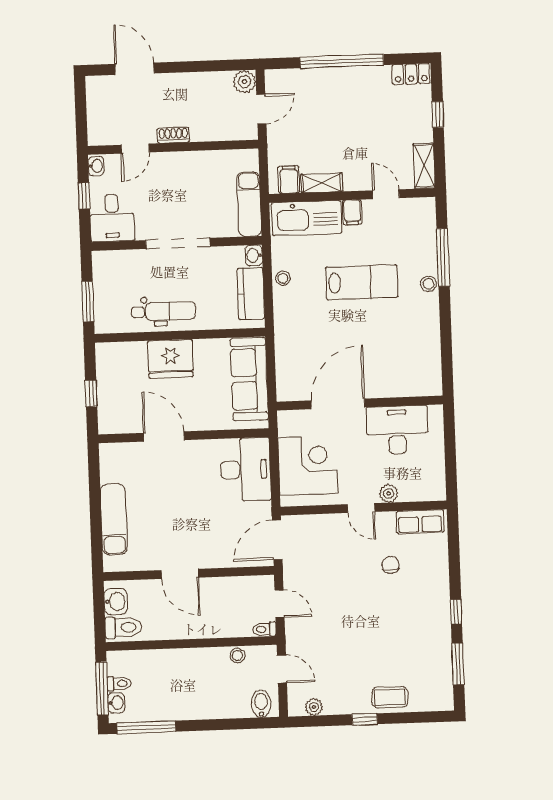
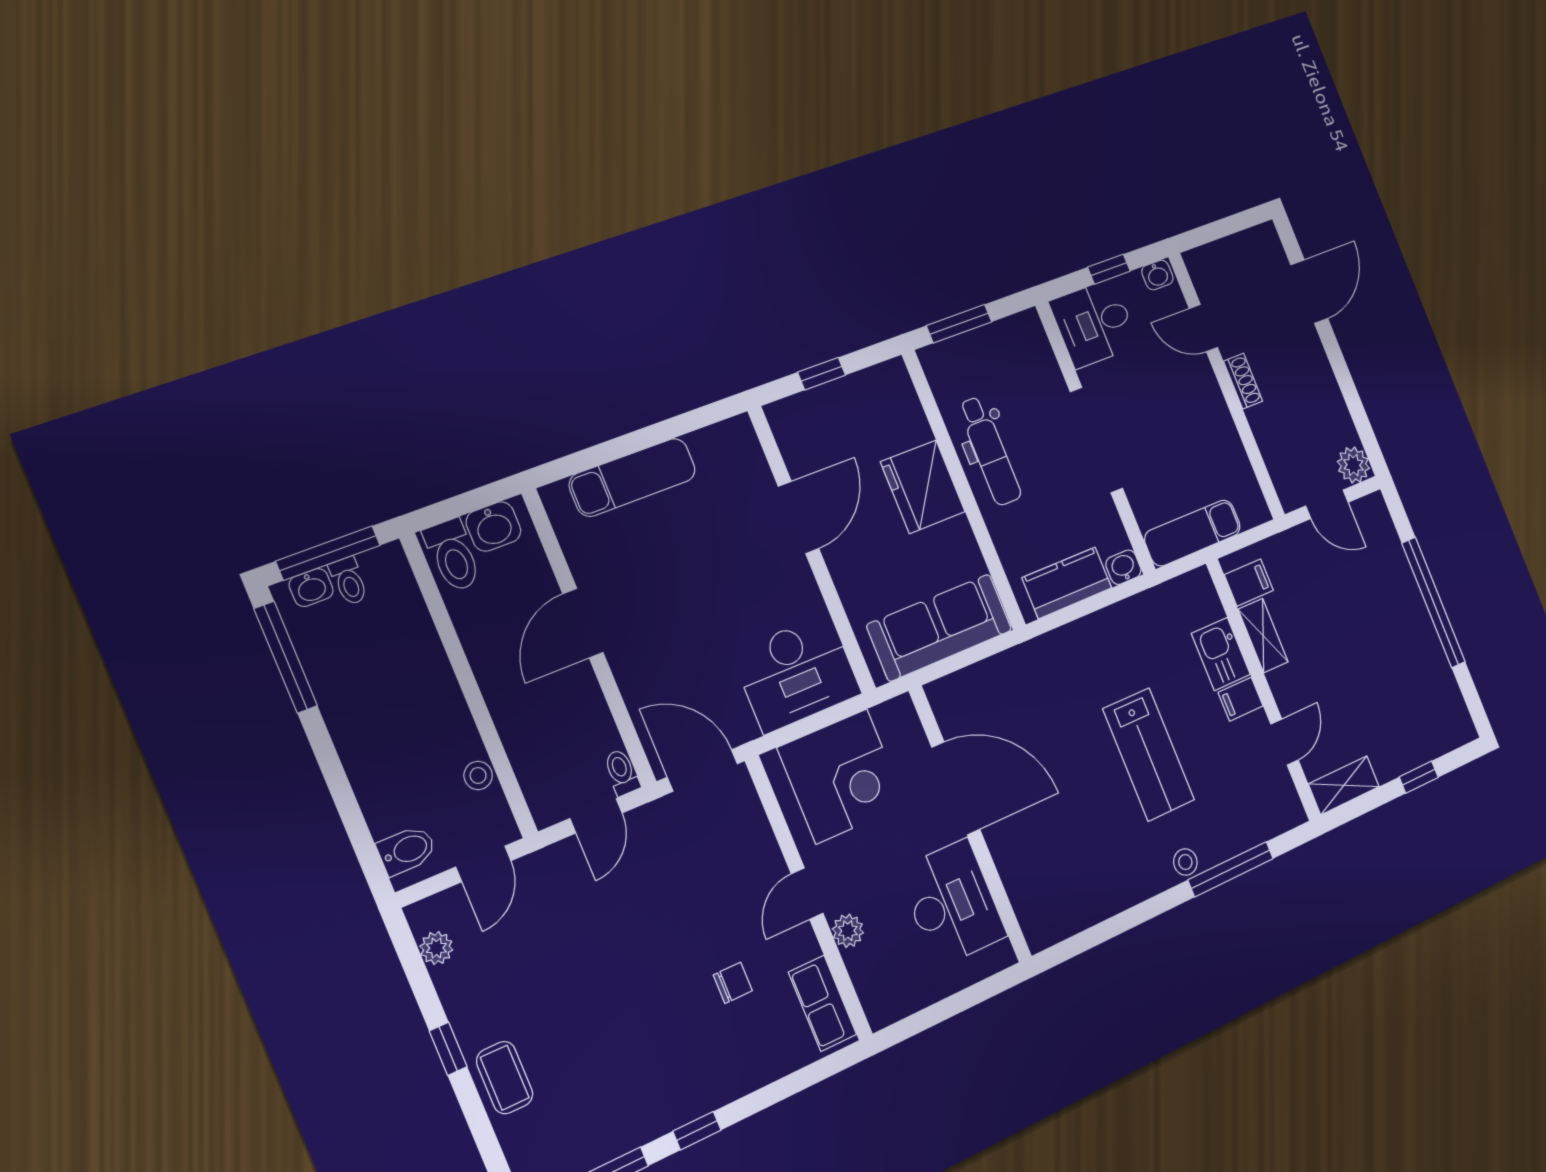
locker: (411, 74) -> (1455, 714), removed
kitchen sink: (307, 218) -> (1221, 654), width x0.53, depth x0.81
stool: (283, 278) -> (1108, 626), removed
toilet: (264, 629) -> (622, 772), moved

